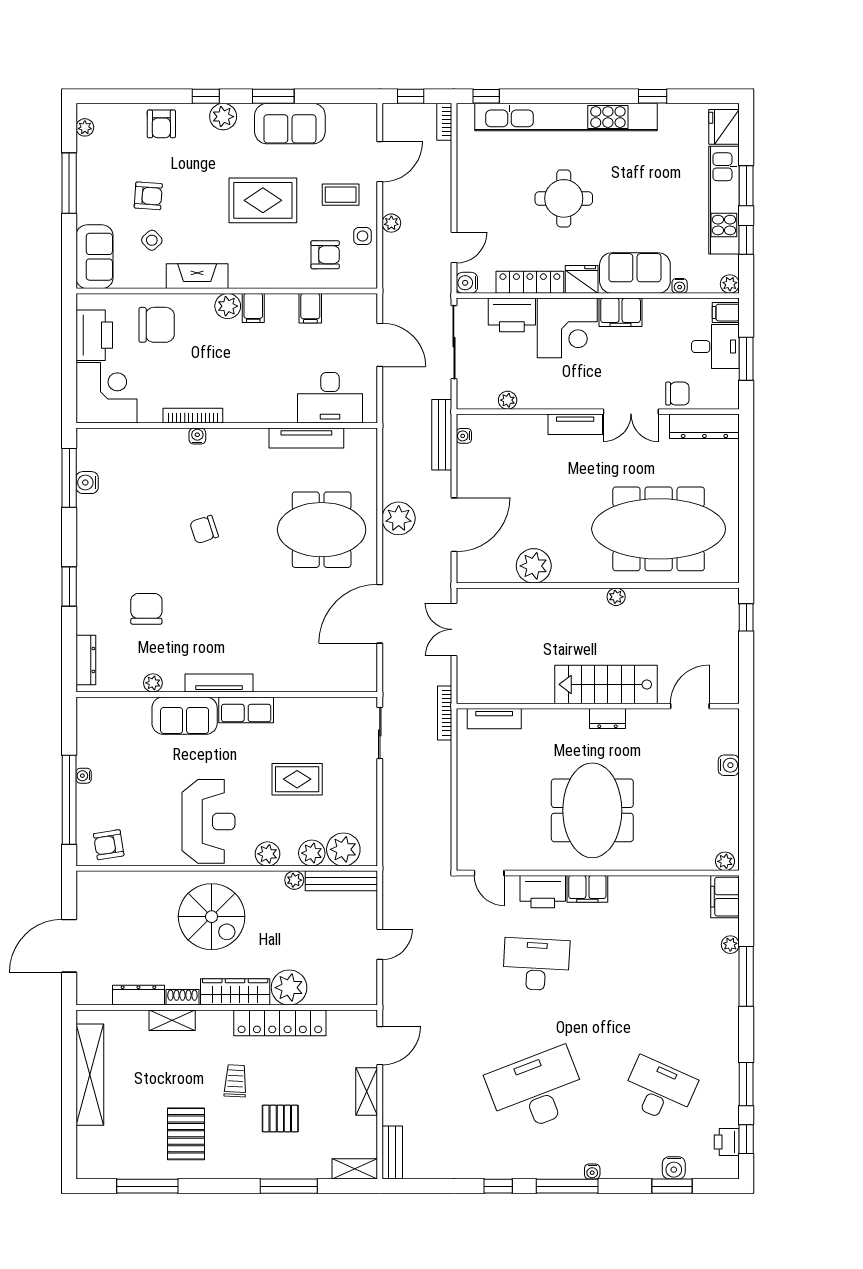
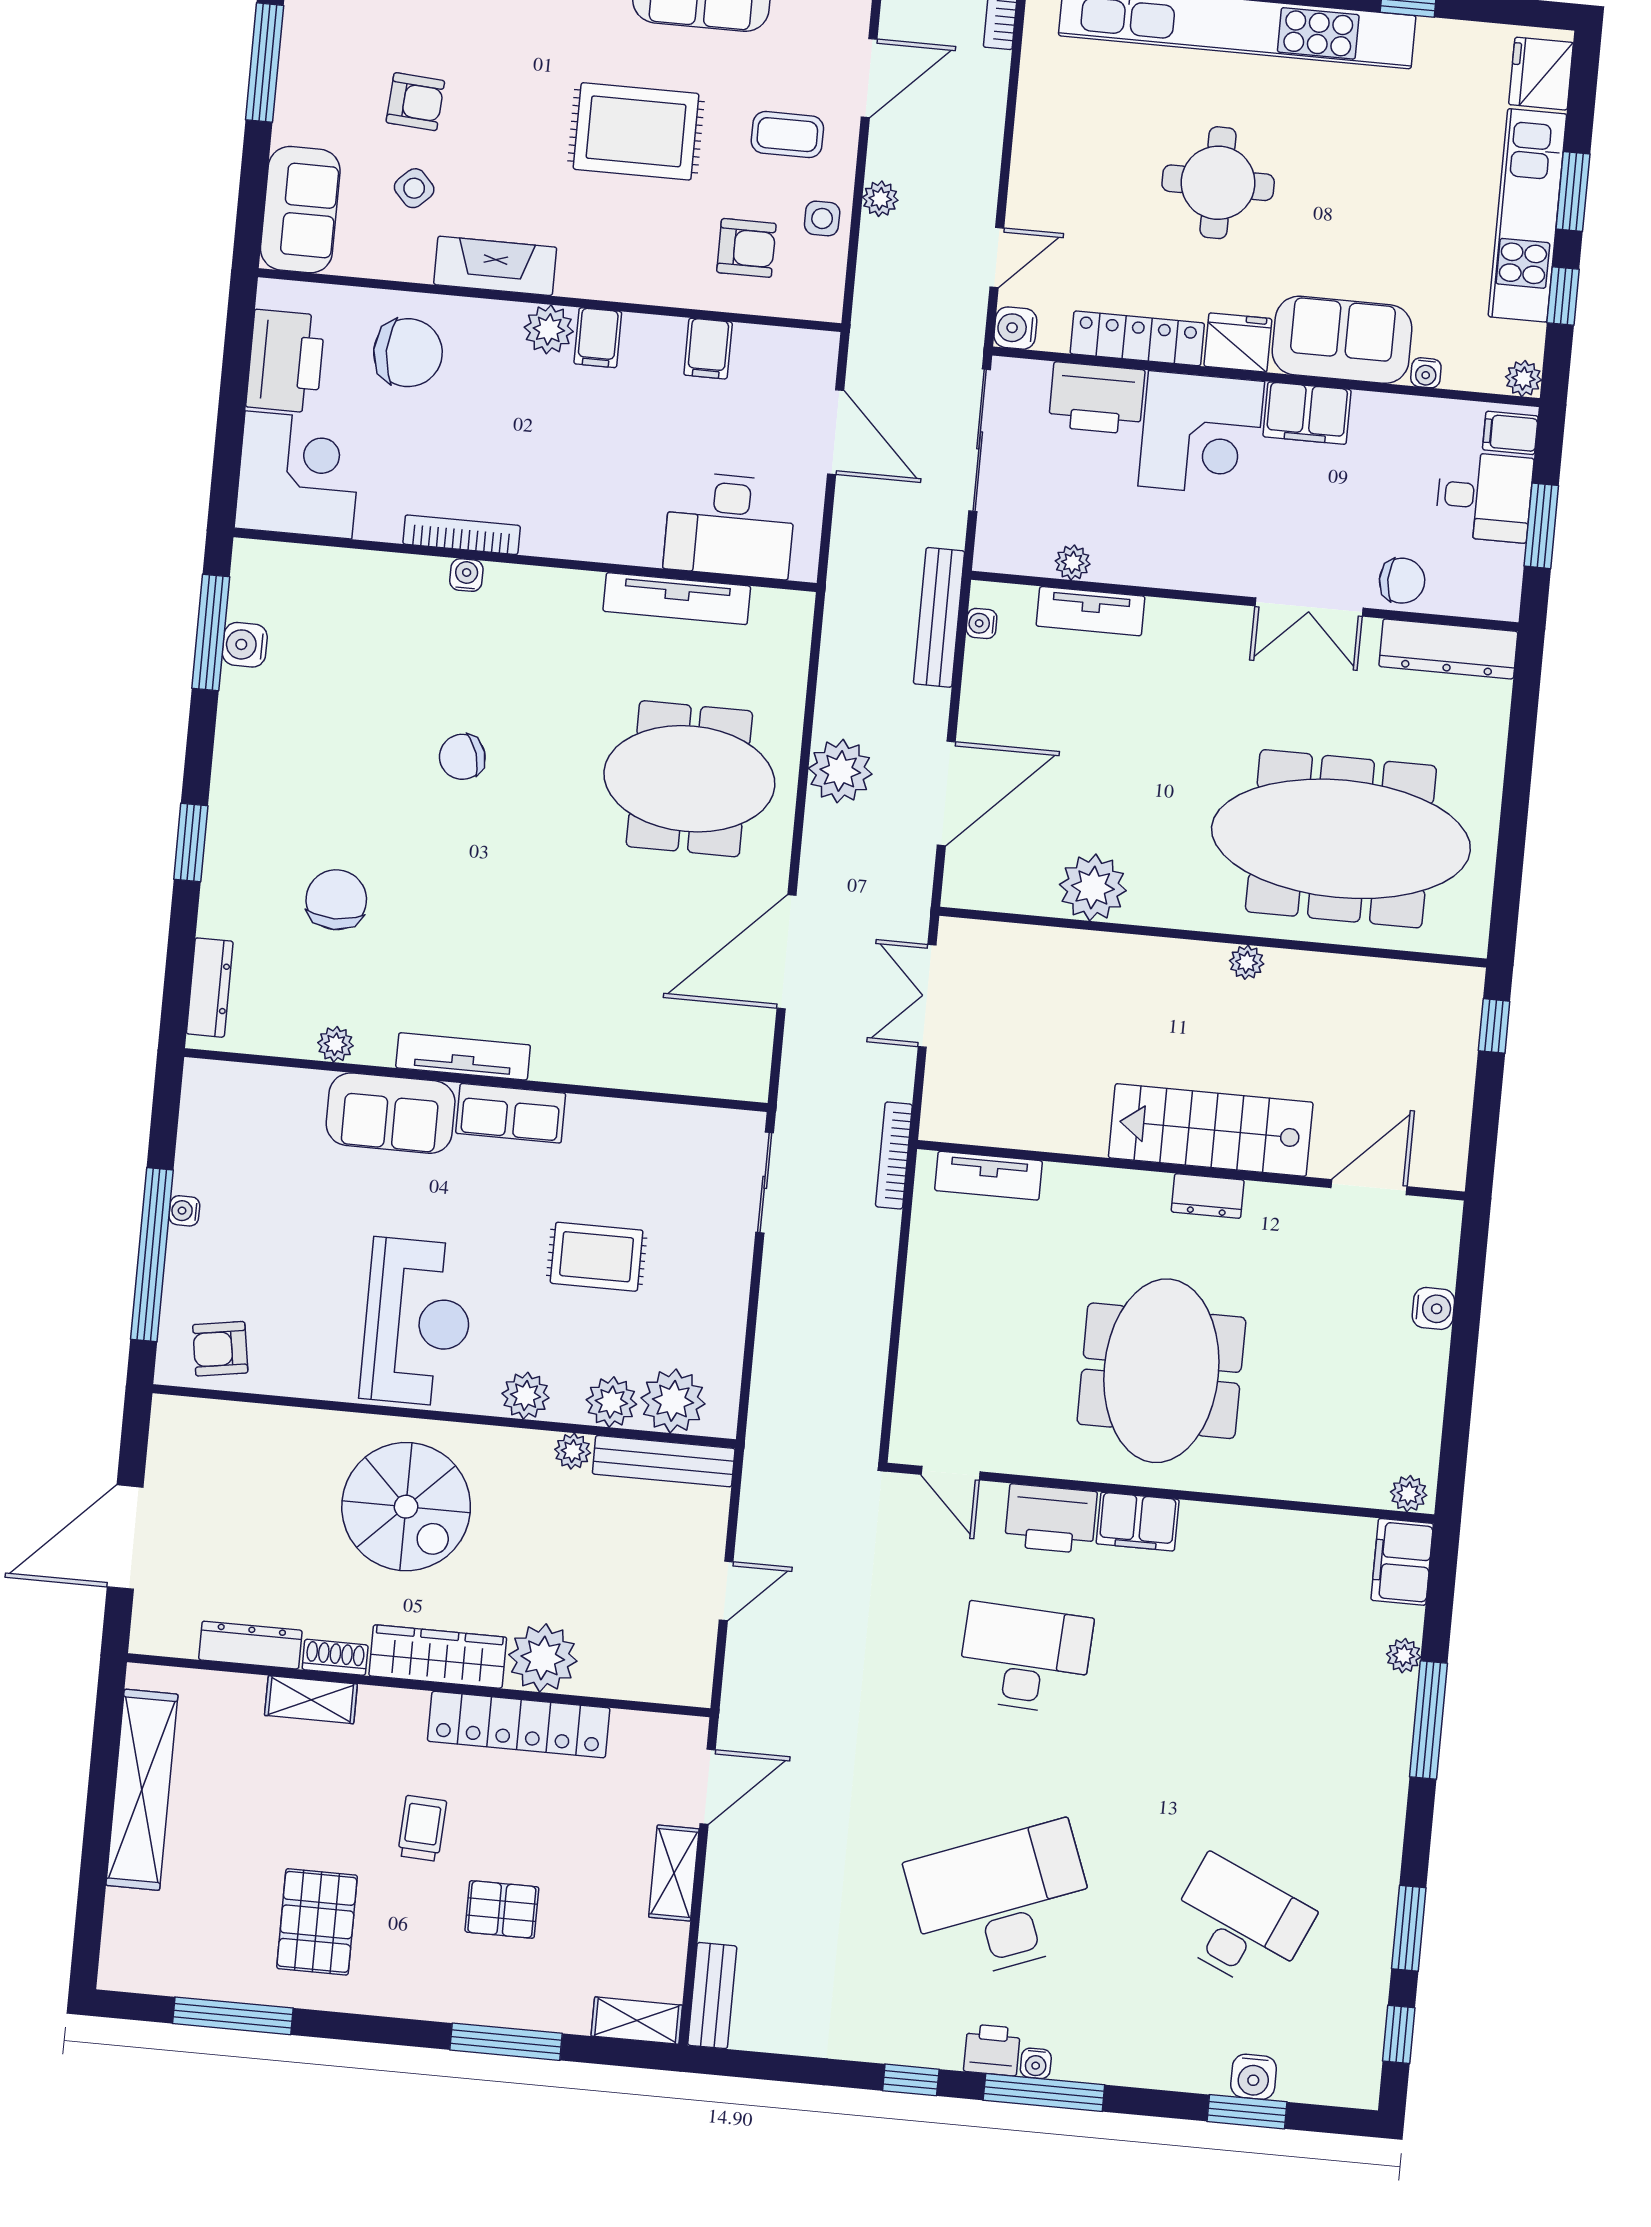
tv unit: (575, 424) -> (1091, 611), moved
printer: (727, 1142) -> (992, 2050), moved, turned 90
water cooler: (592, 1172) -> (1036, 2063), moved

